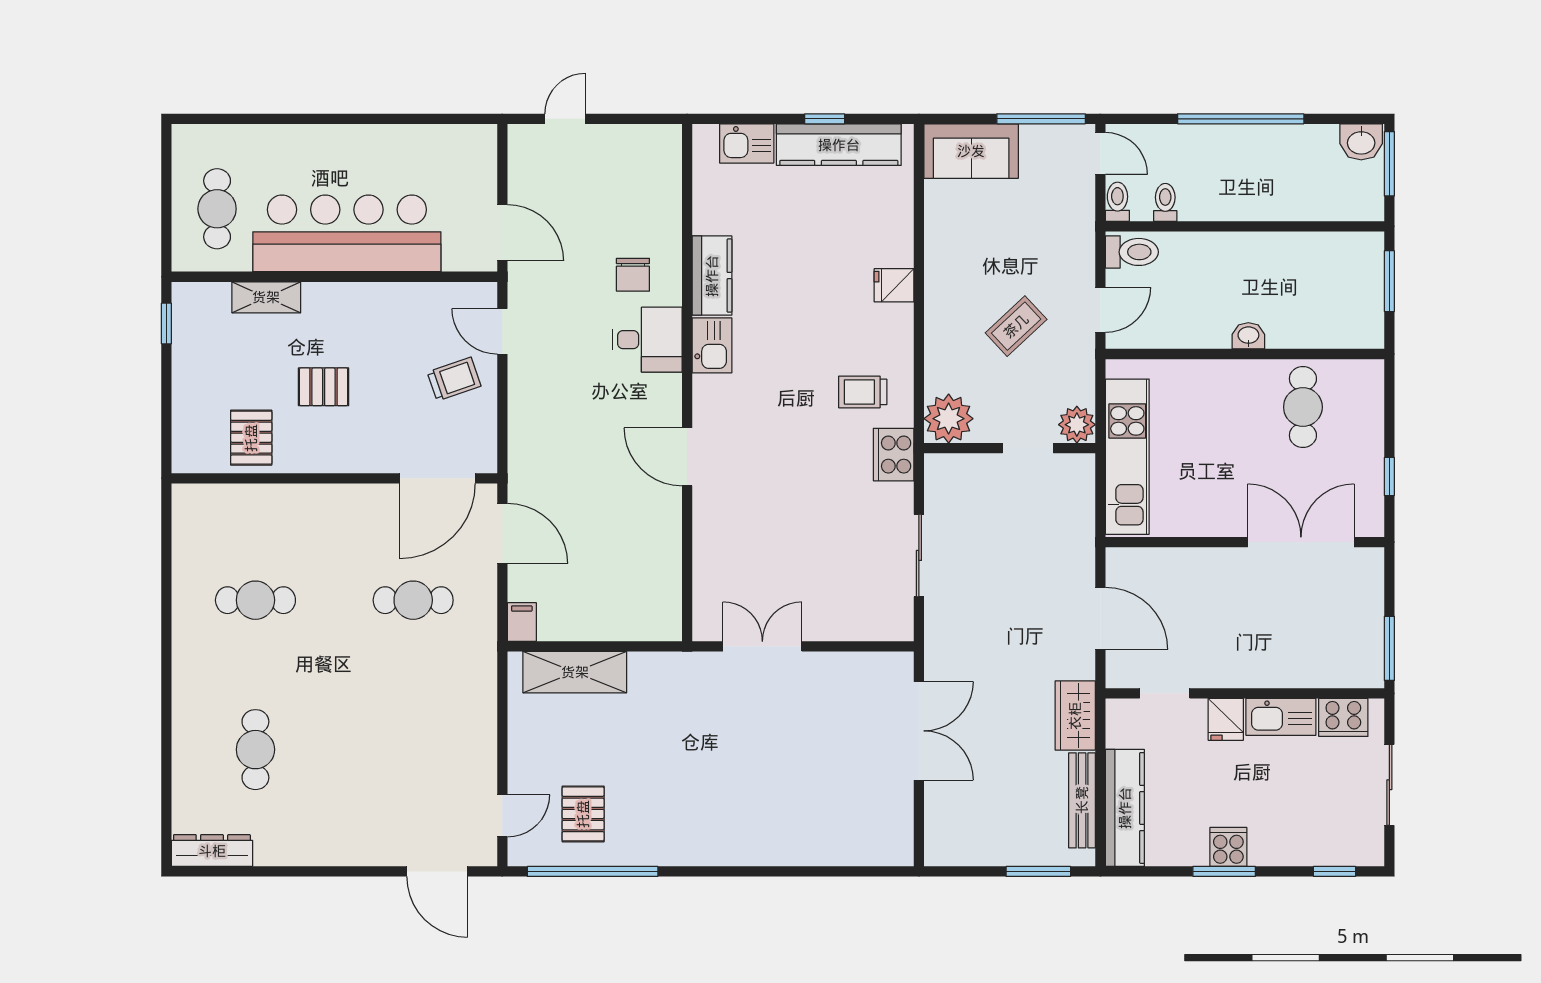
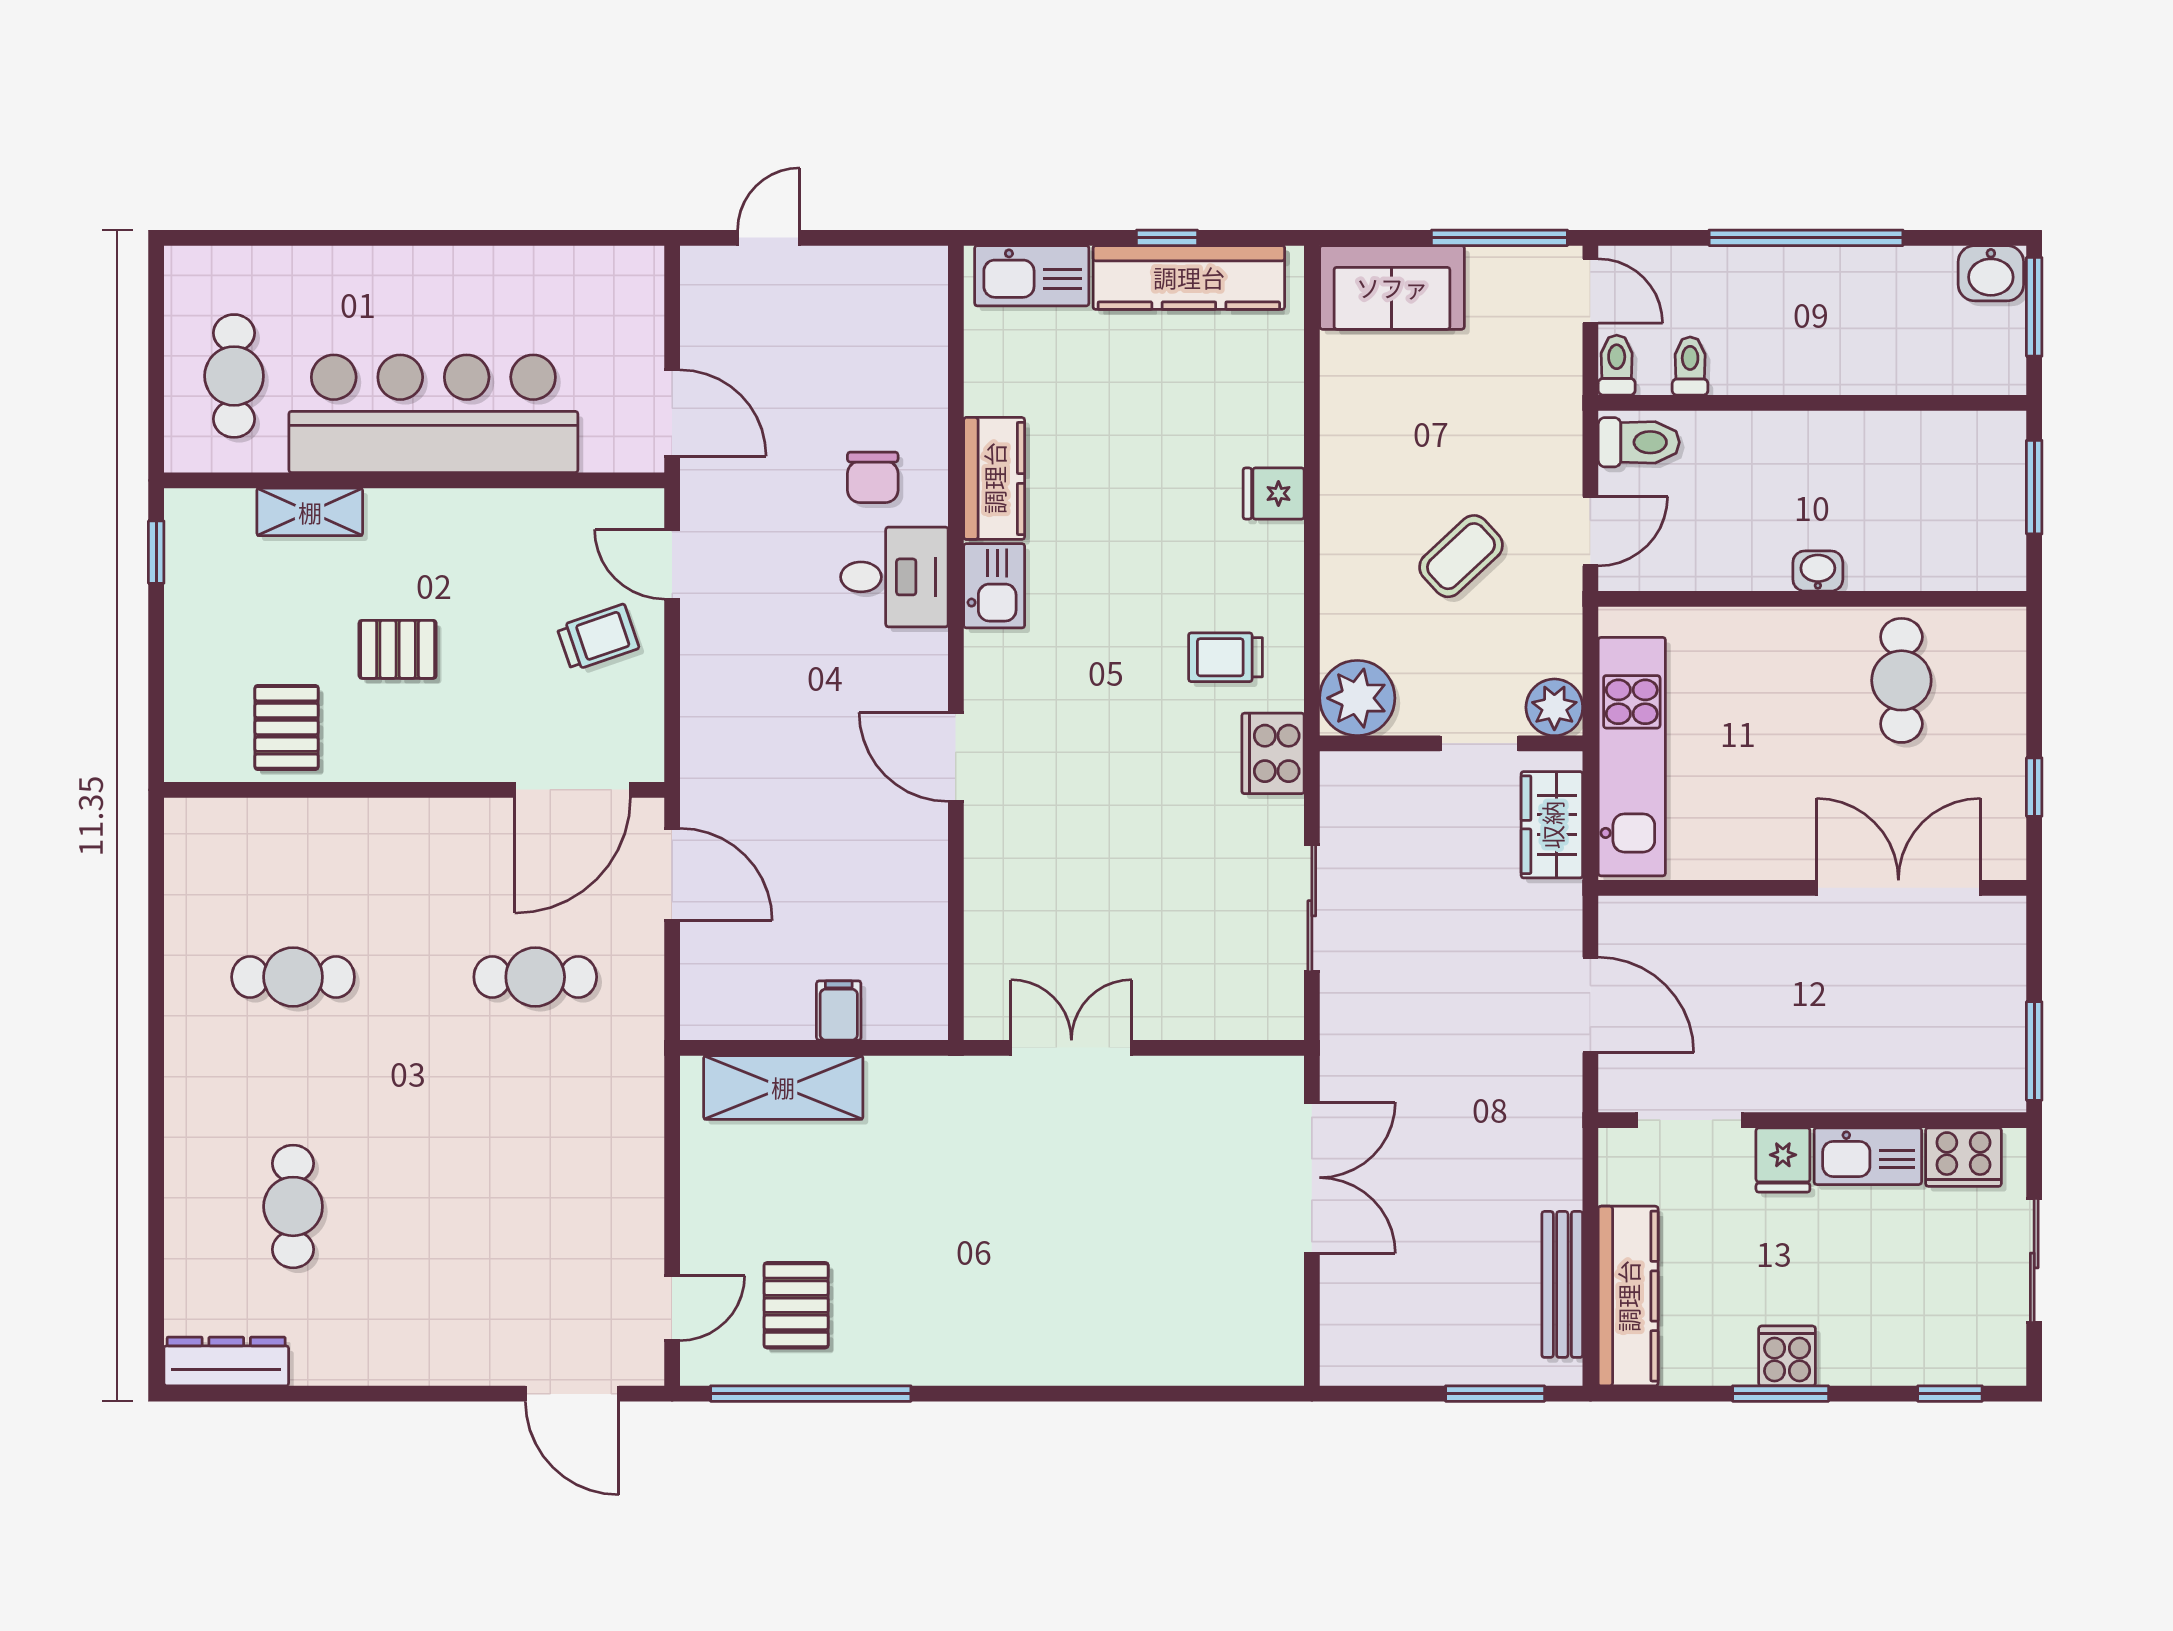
kitchen sink: (747, 143) -> (1032, 276), width x1.38
filing cabinet: (522, 622) -> (839, 1010), moved
doorway: (1165, 693) -> (1689, 1120), width x1.38
wardrobe: (1075, 716) -> (1552, 825), moved

